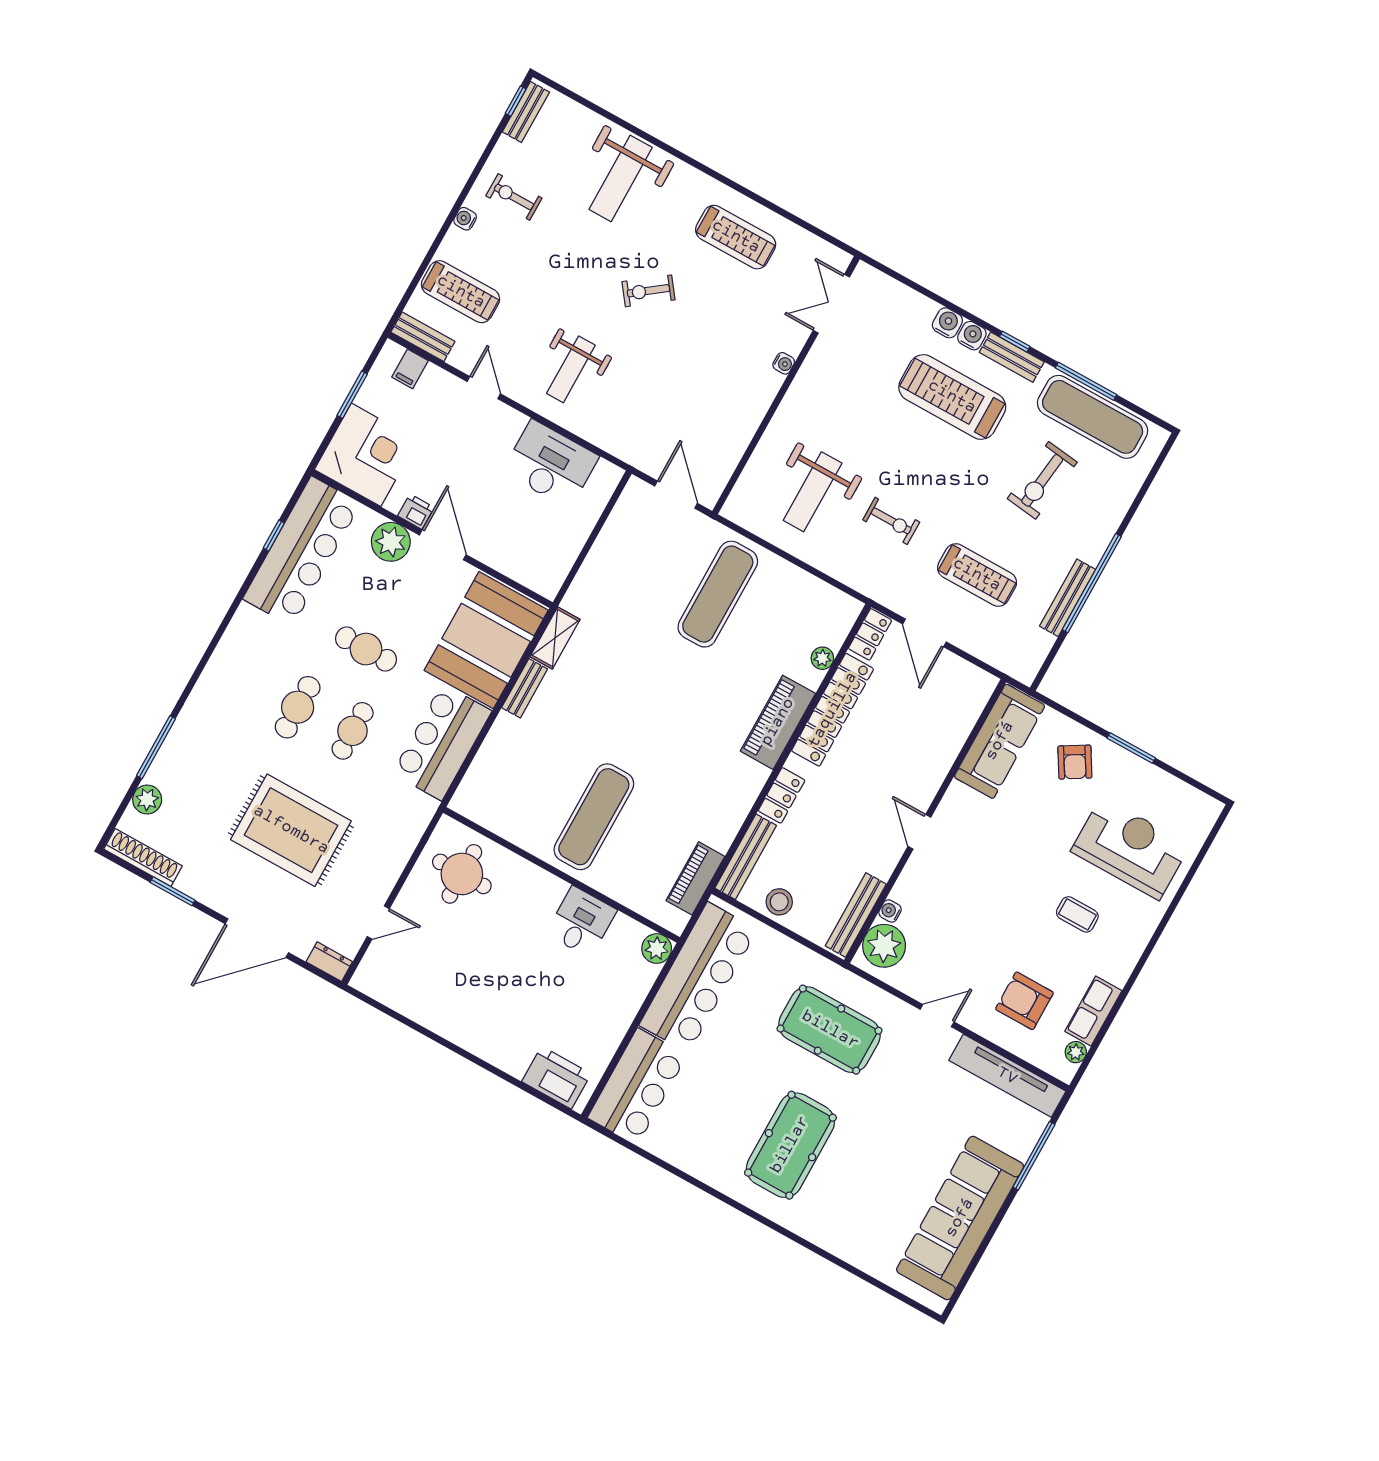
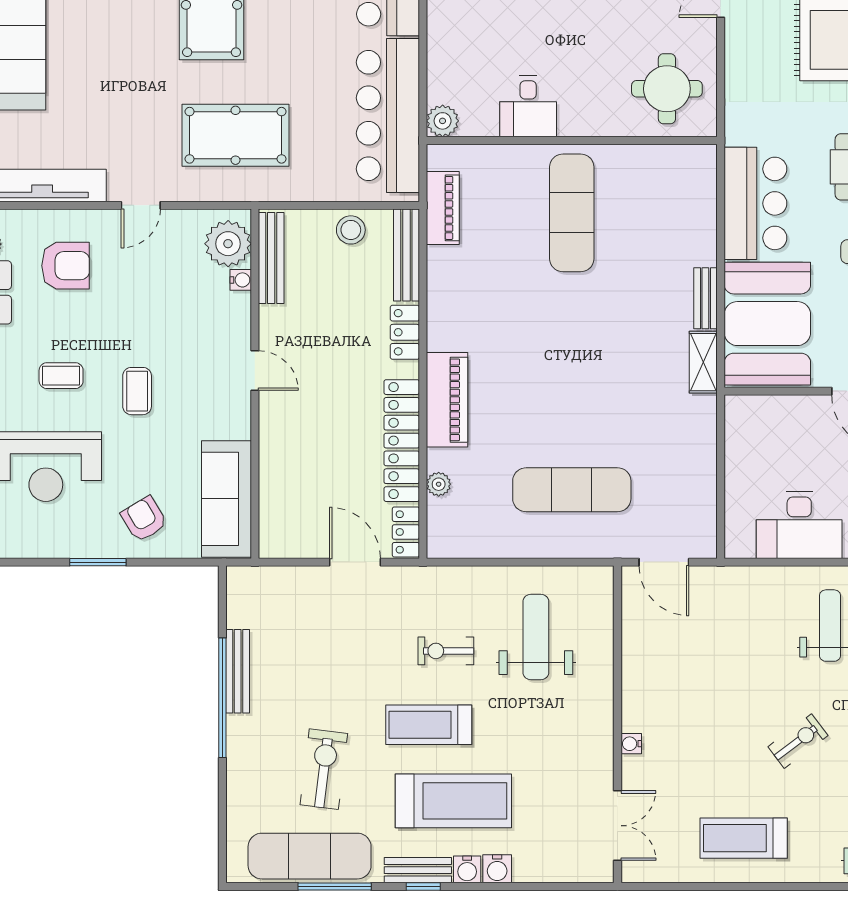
treadmill: (977, 575) -> (429, 725), moved
exercise mat: (718, 594) -> (572, 490), turned 90
coffee table: (1023, 868) -> (137, 391), added

